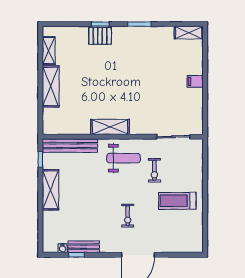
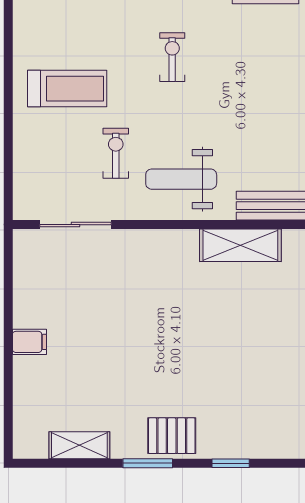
shelving: (189, 33) -> (79, 445), moved
pallet: (100, 36) -> (172, 436), moved
shelving: (110, 127) -> (240, 245), moved

